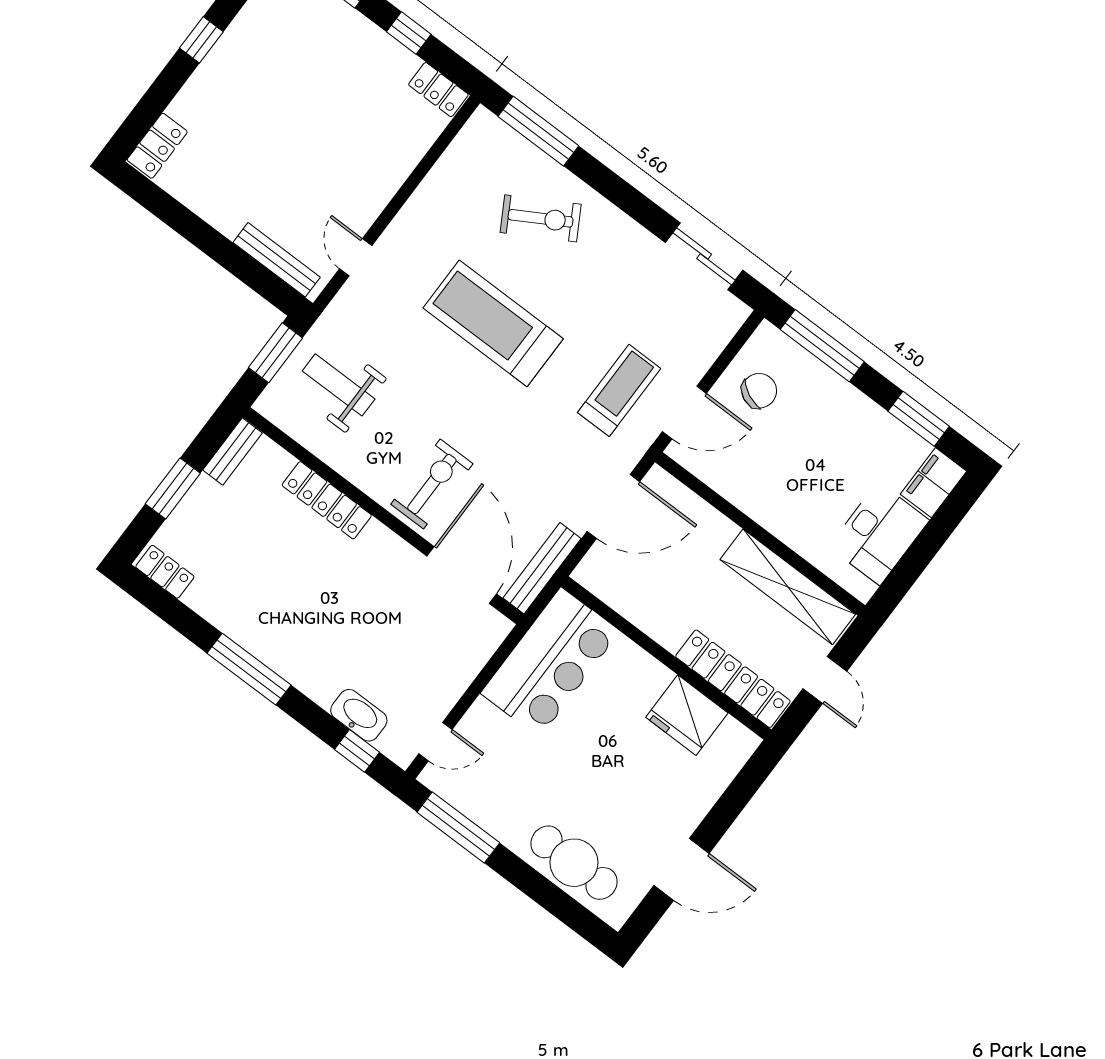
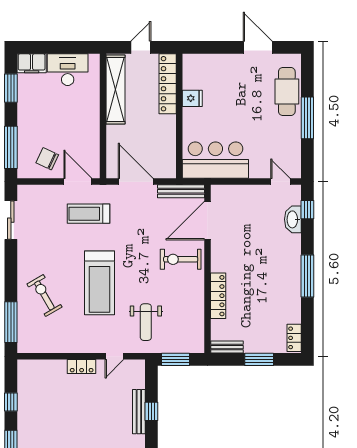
locker: (438, 90) -> (82, 367), moved, turned 90
window: (221, 249) -> (151, 411), added
bench: (277, 260) -> (139, 412), moved
weight bench: (339, 385) -> (146, 322), moved
fridge: (687, 715) -> (192, 98), width x0.53, depth x0.75
window: (458, 827) -> (307, 118), moved

